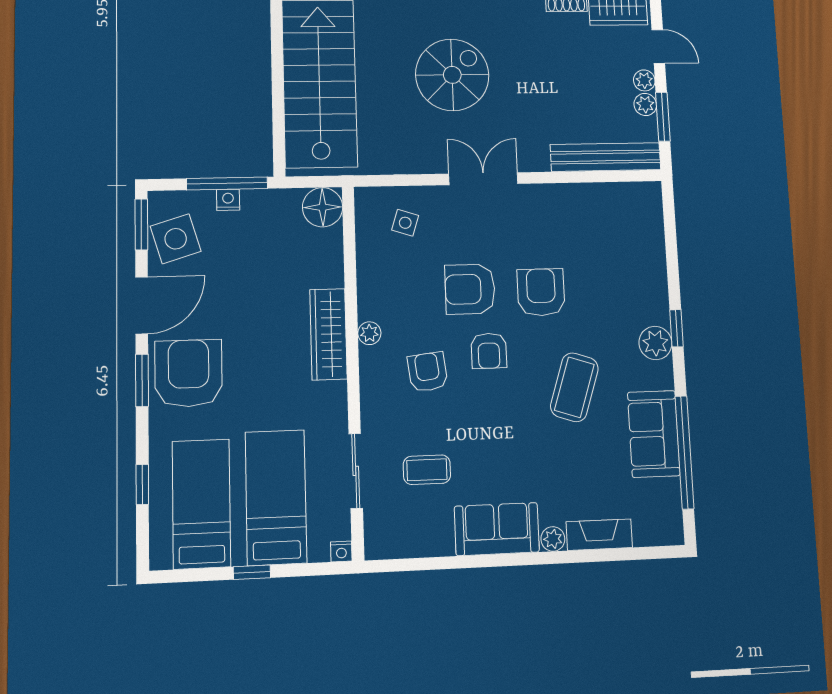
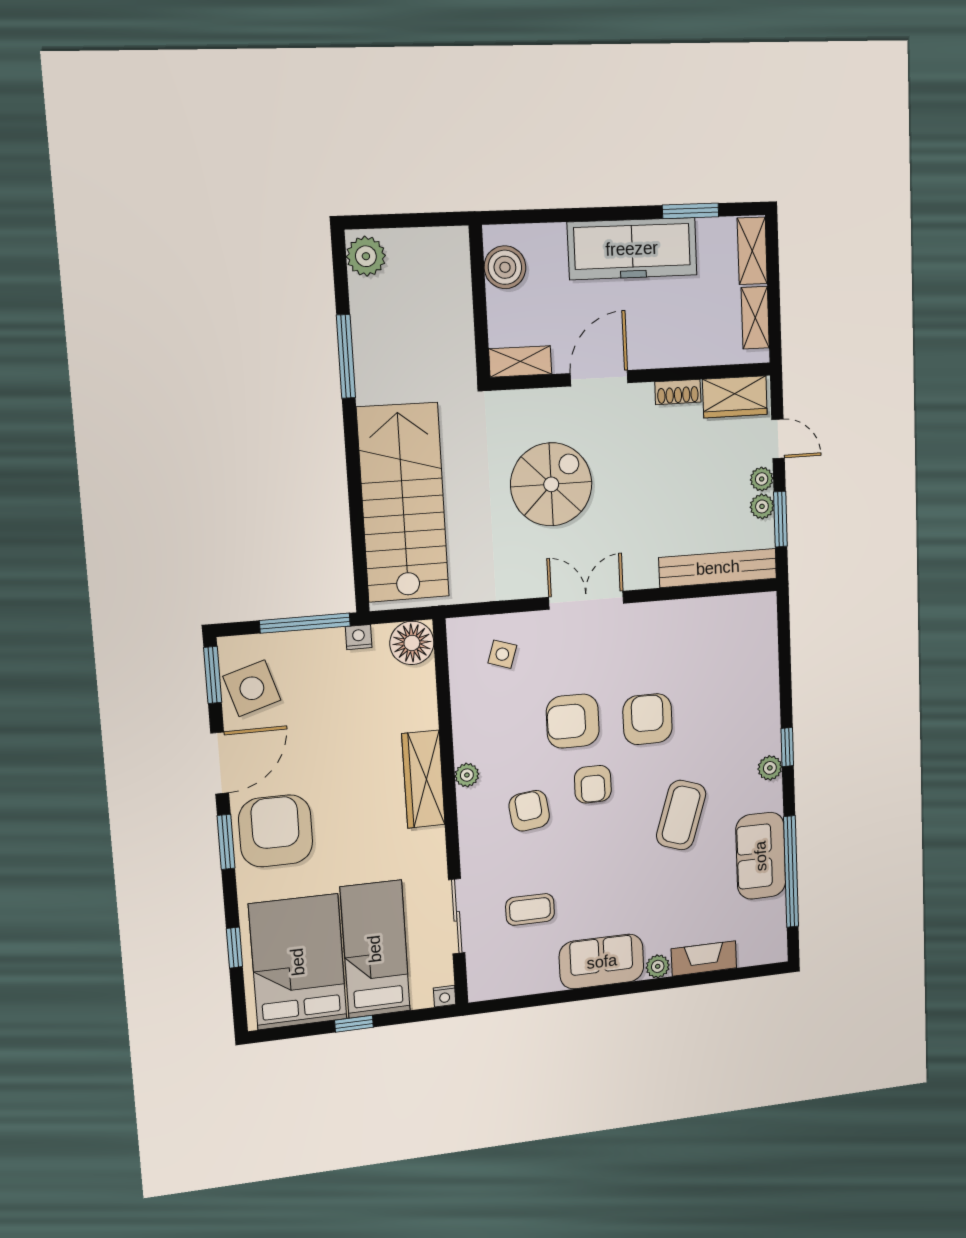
nightstand: (228, 200) -> (359, 637), moved
plant: (655, 343) -> (770, 768), width x0.73, depth x0.73
bed: (201, 504) -> (298, 962), width x1.50

